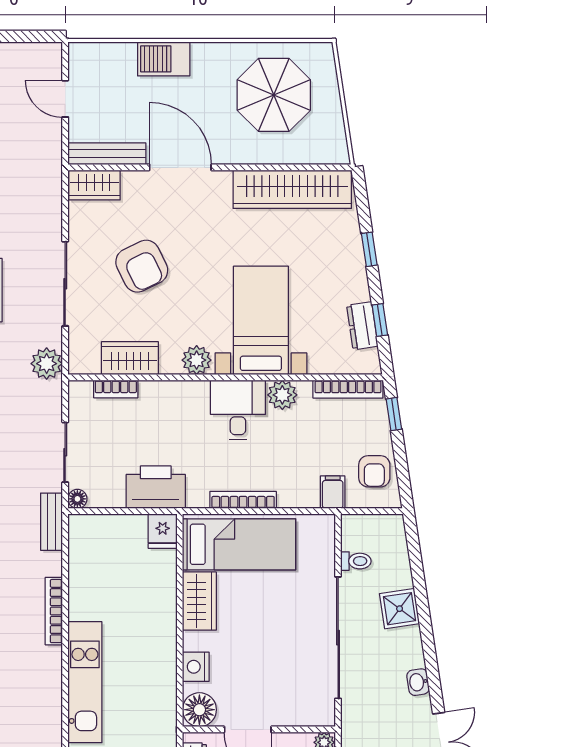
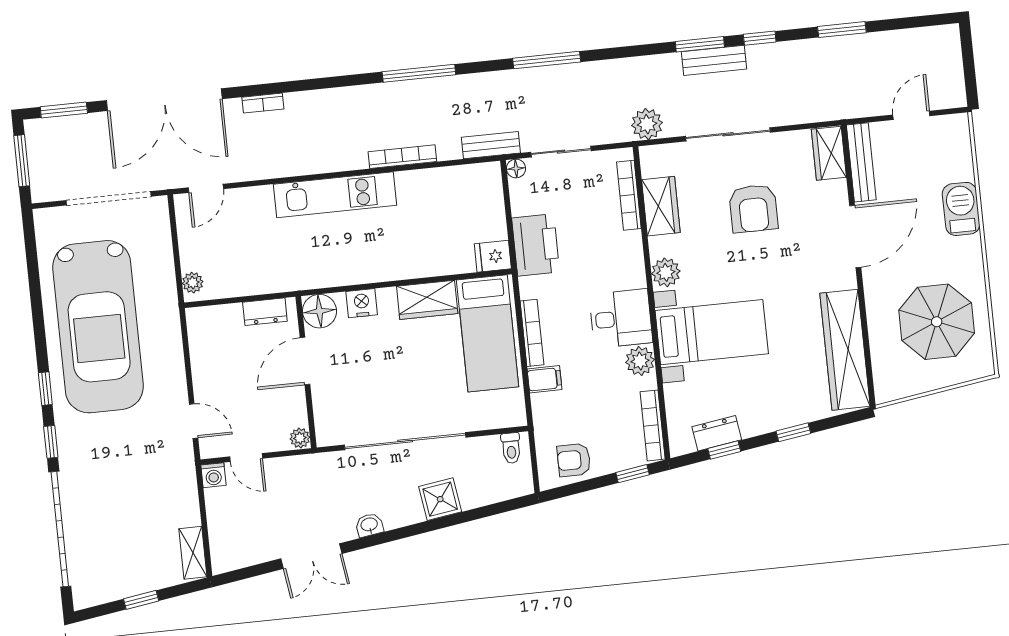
armchair: (142, 266) -> (753, 208), turned -64
bookcase: (116, 389) -> (629, 195), width x1.56
filing cabinet: (333, 492) -> (545, 379), moved
toilet: (356, 561) -> (511, 448), moved

